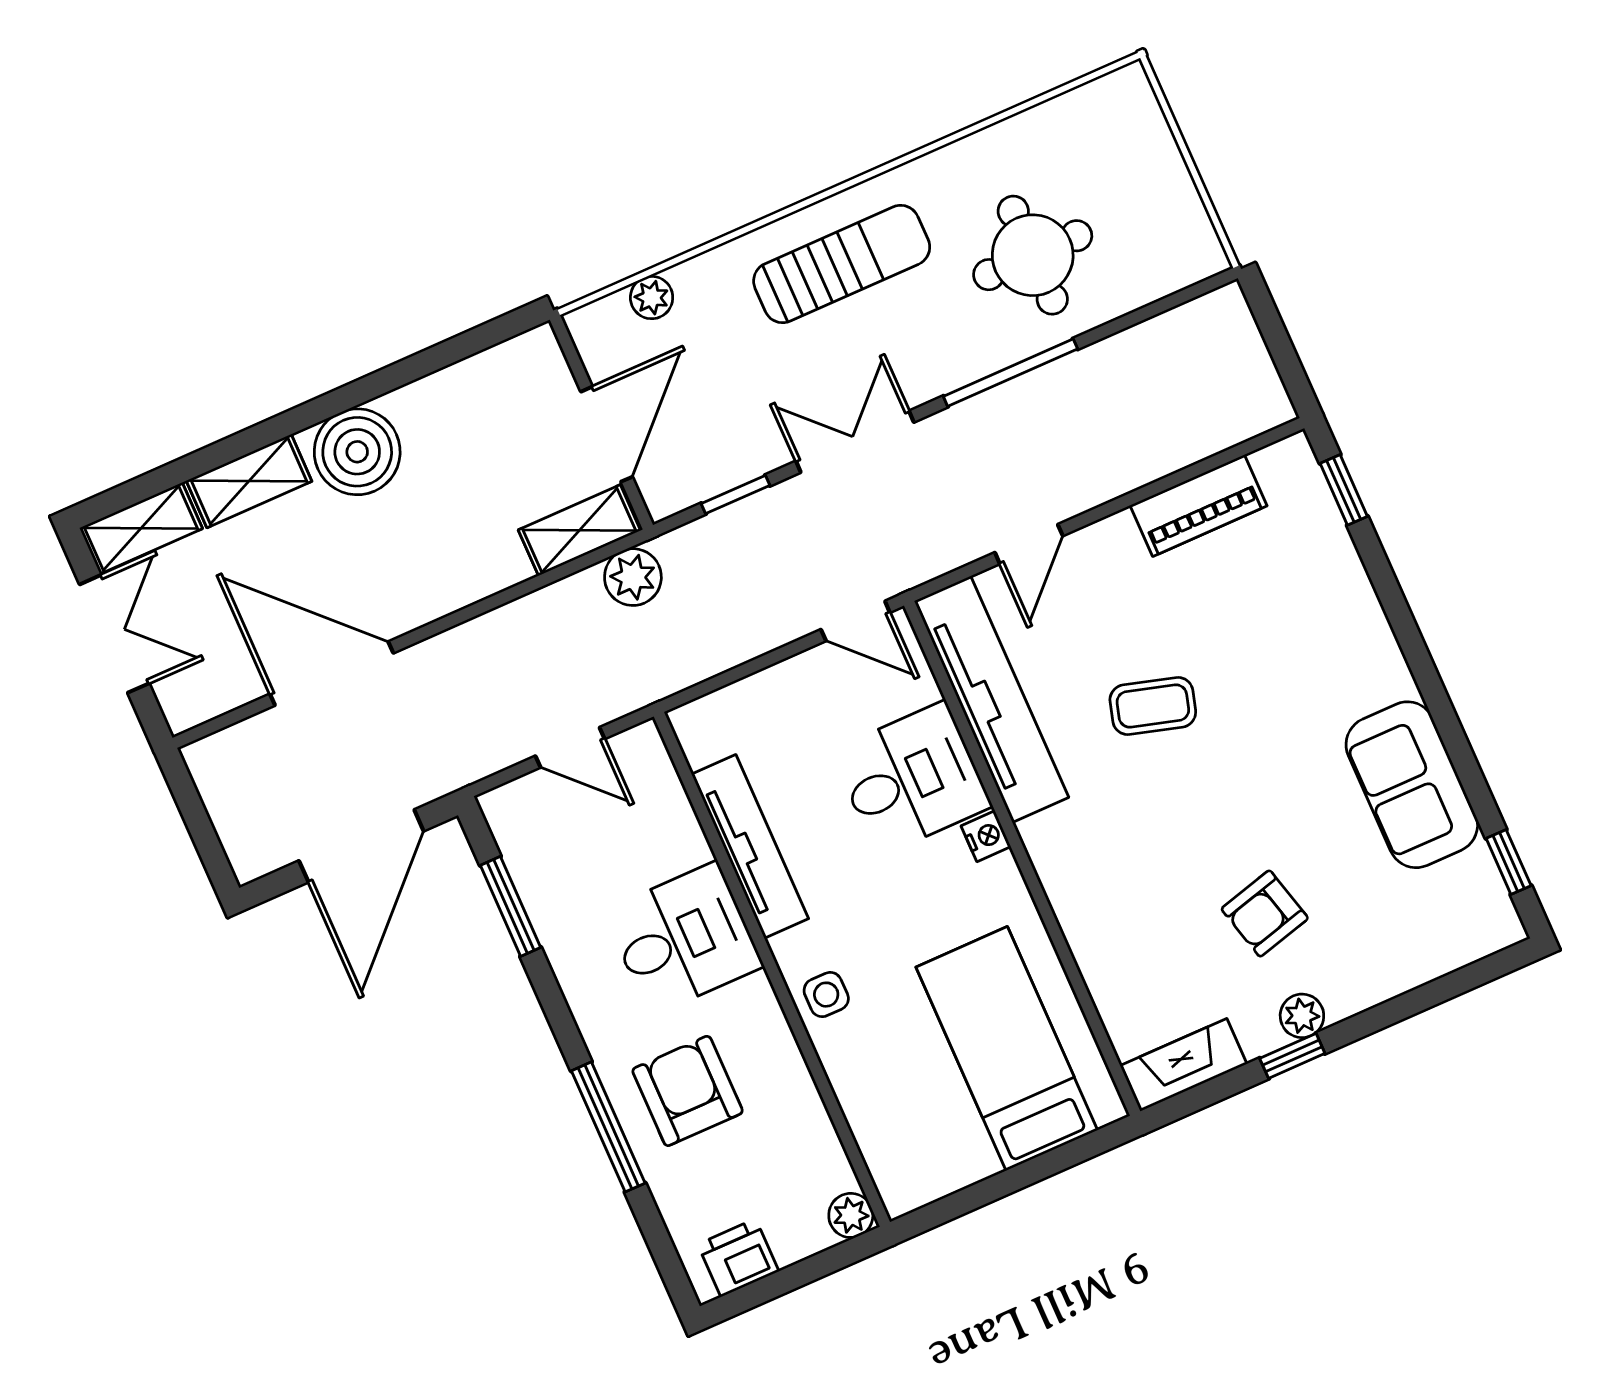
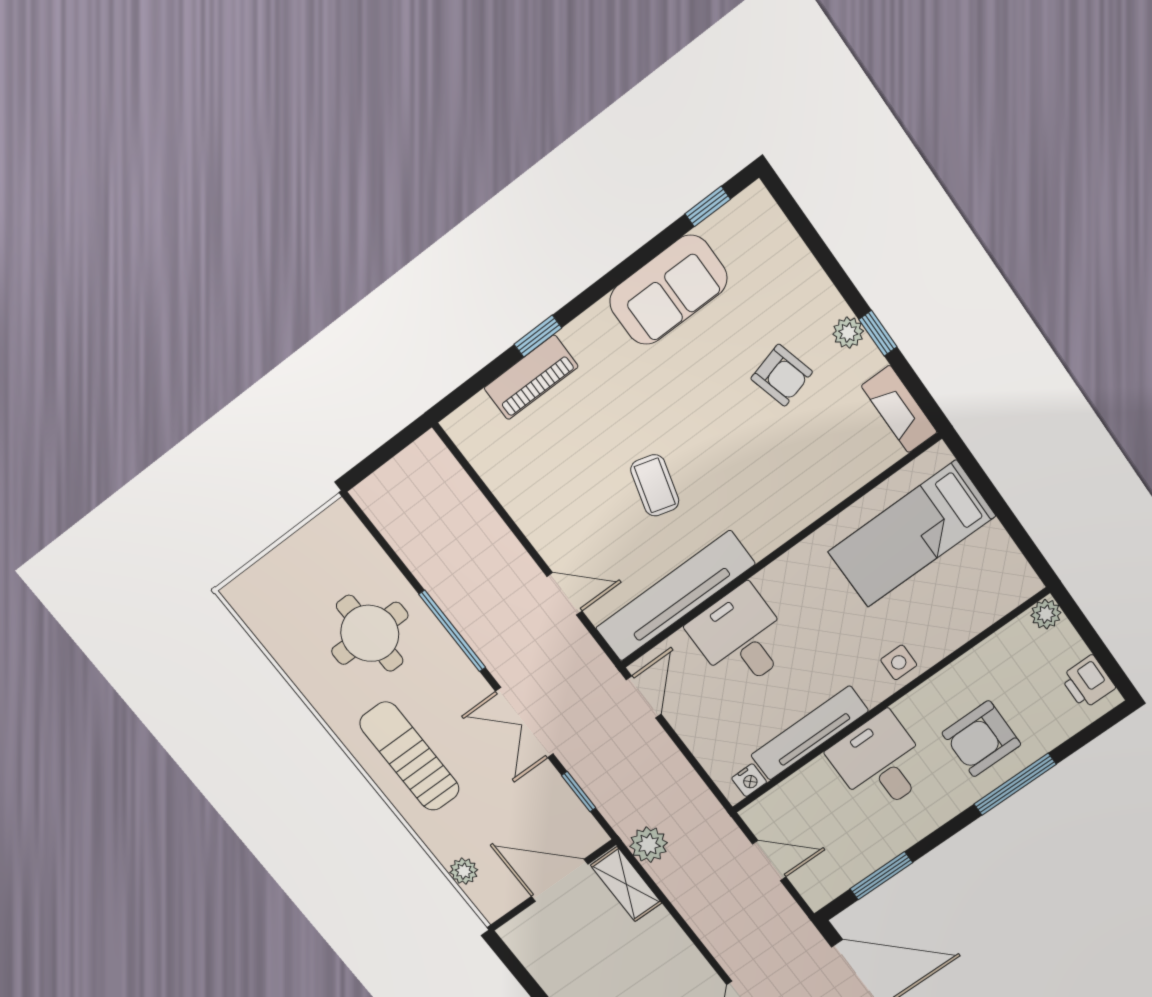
window: (1344, 490) -> (538, 336), moved
piano: (1199, 506) -> (531, 377), moved, turned 90
door: (570, 747) -> (769, 860), hinge flipped
nightstand: (986, 836) -> (749, 780), moved, turned 180

